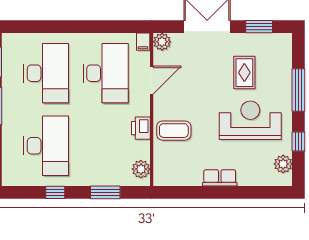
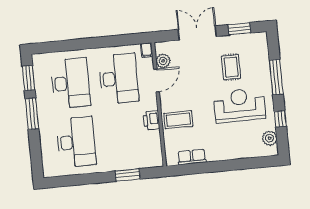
plant: (162, 42) -> (163, 61), moved
plant: (141, 169) -> (155, 153), removed
row of seats: (220, 178) -> (192, 157), moved
window: (55, 192) -> (87, 179), removed

